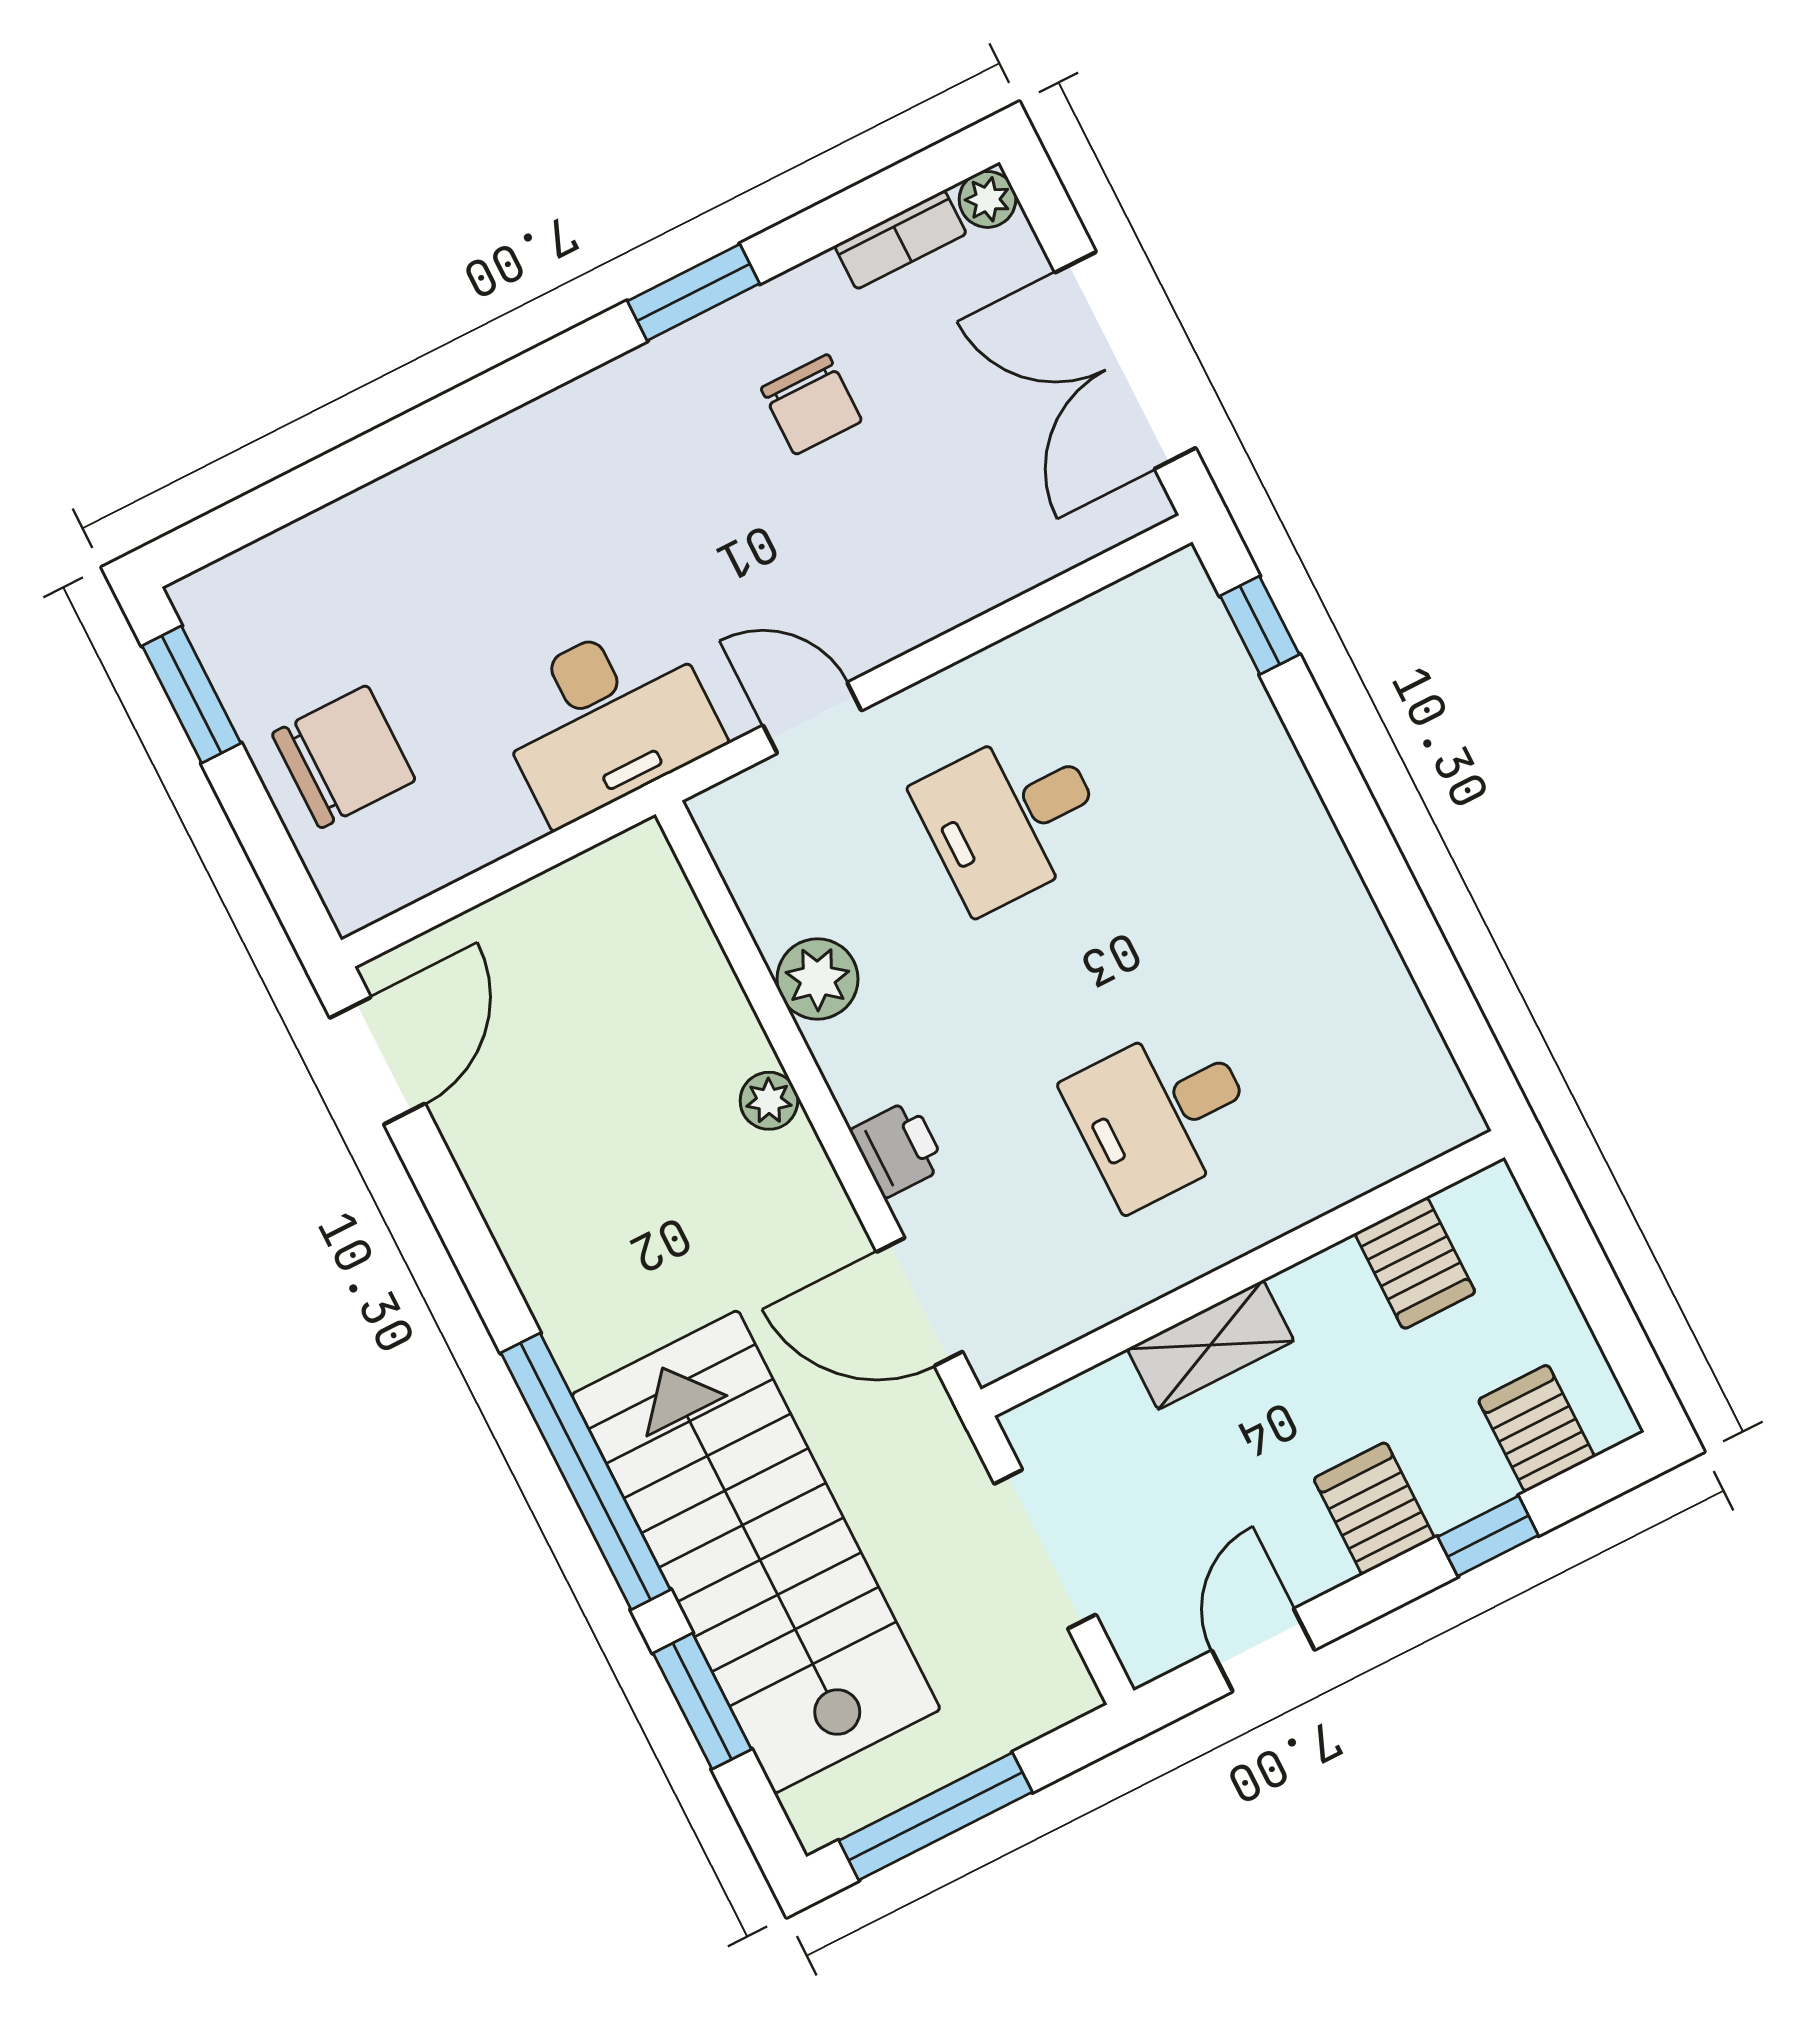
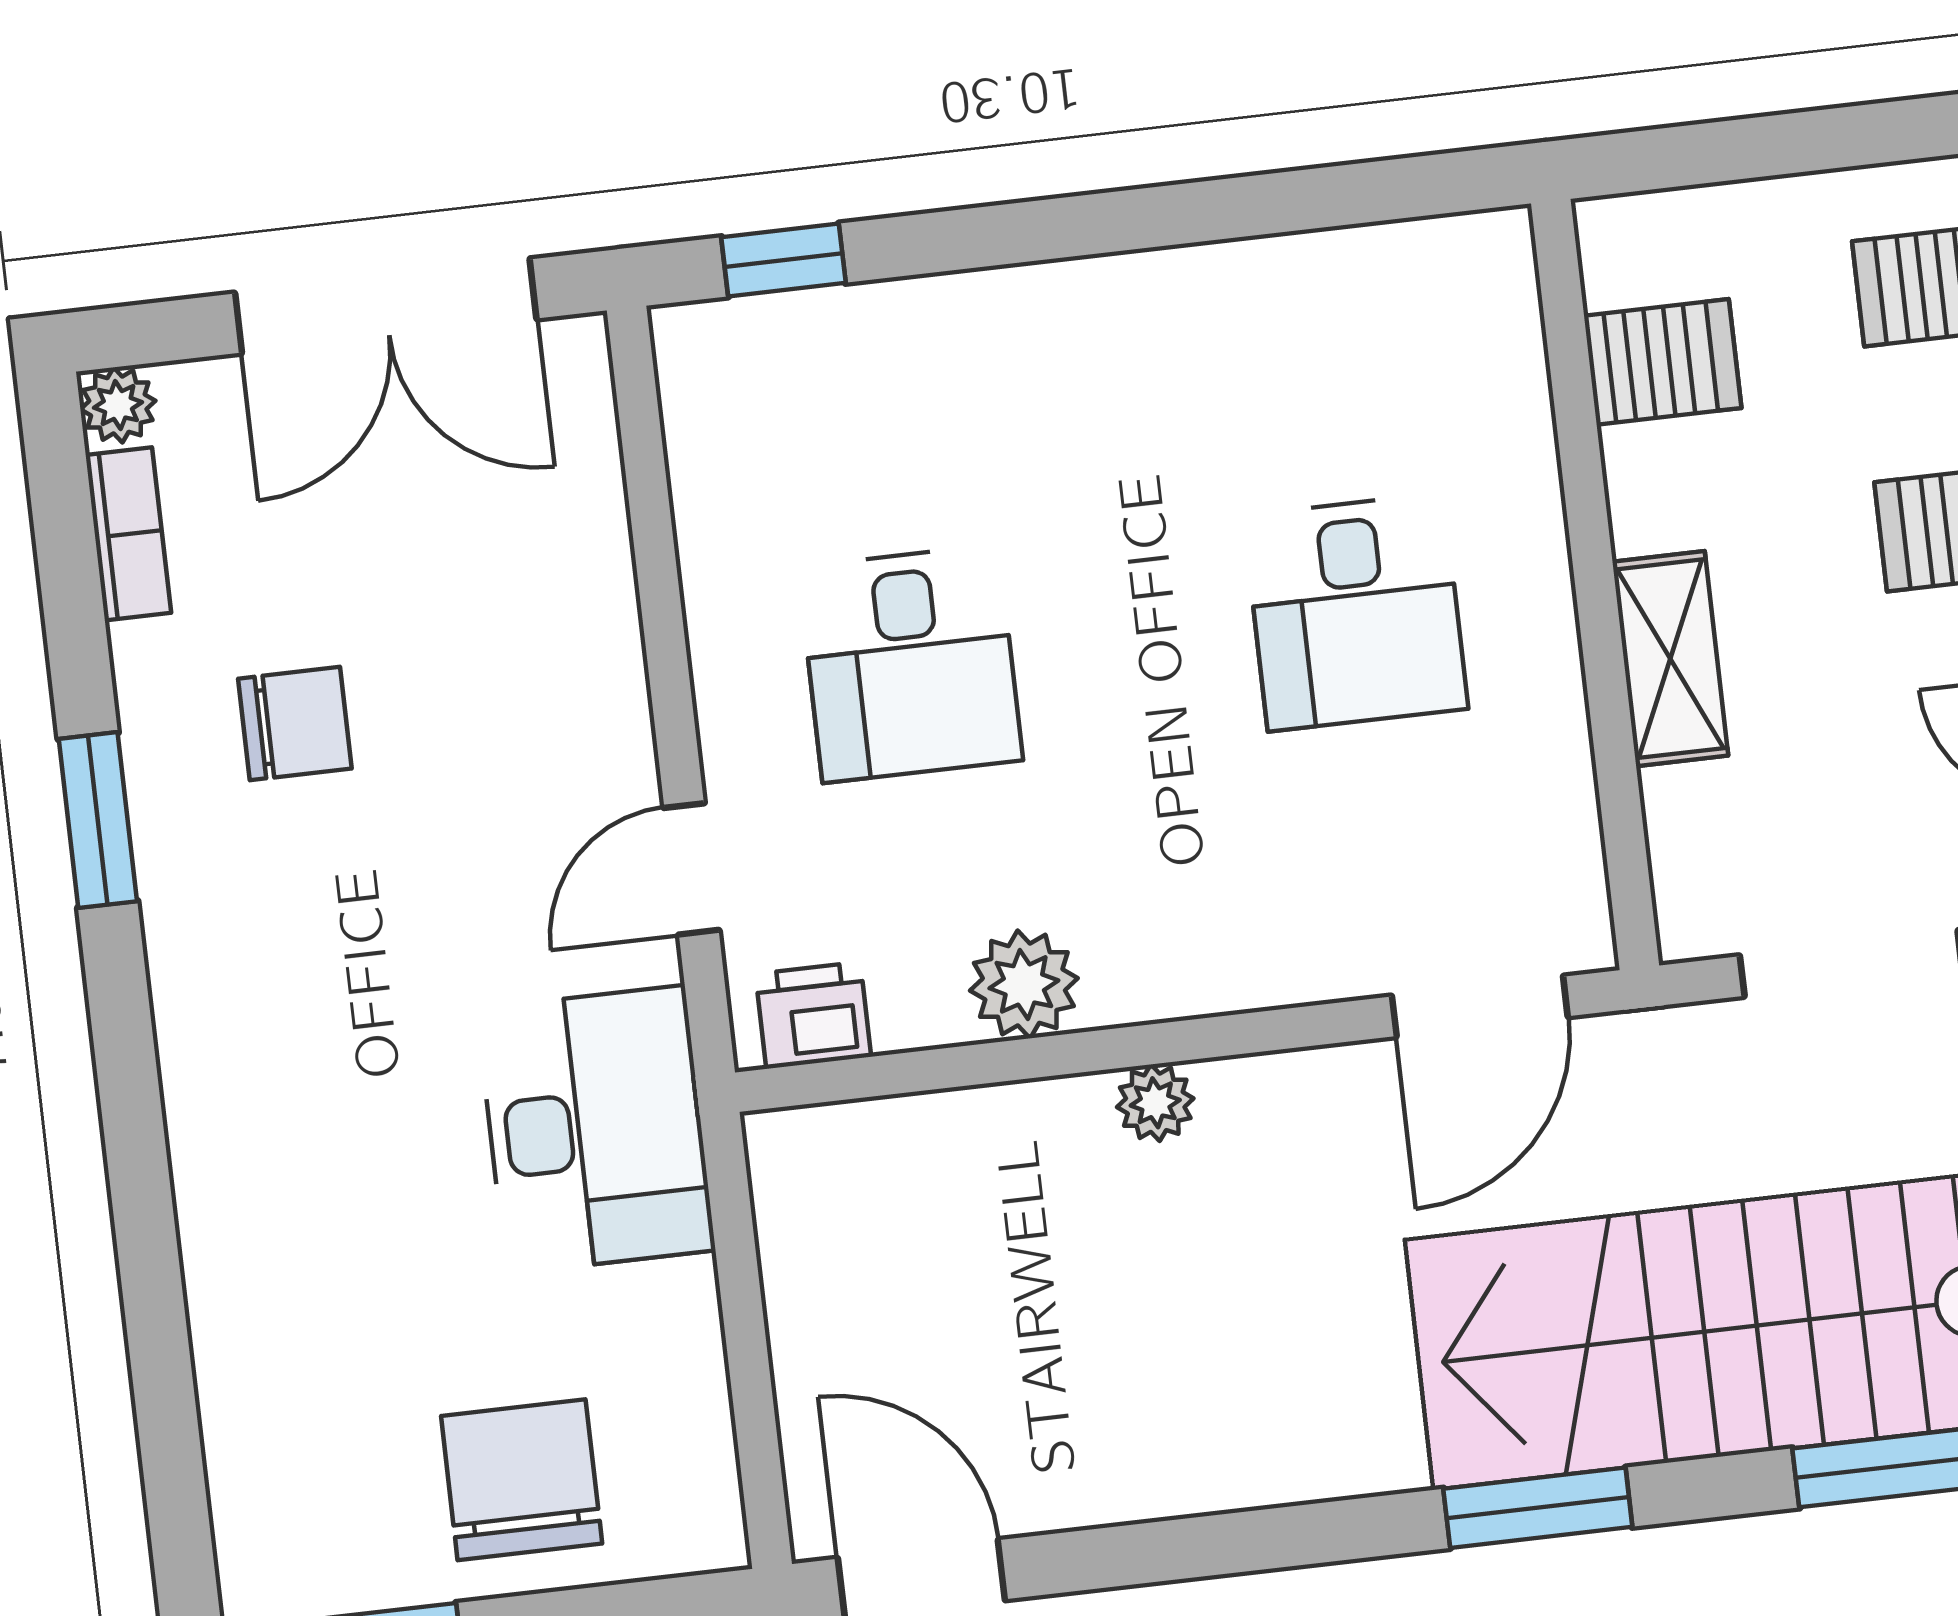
printer: (898, 1149) -> (813, 1015), moved
window: (586, 1471) -> (1538, 1508), width x0.47

